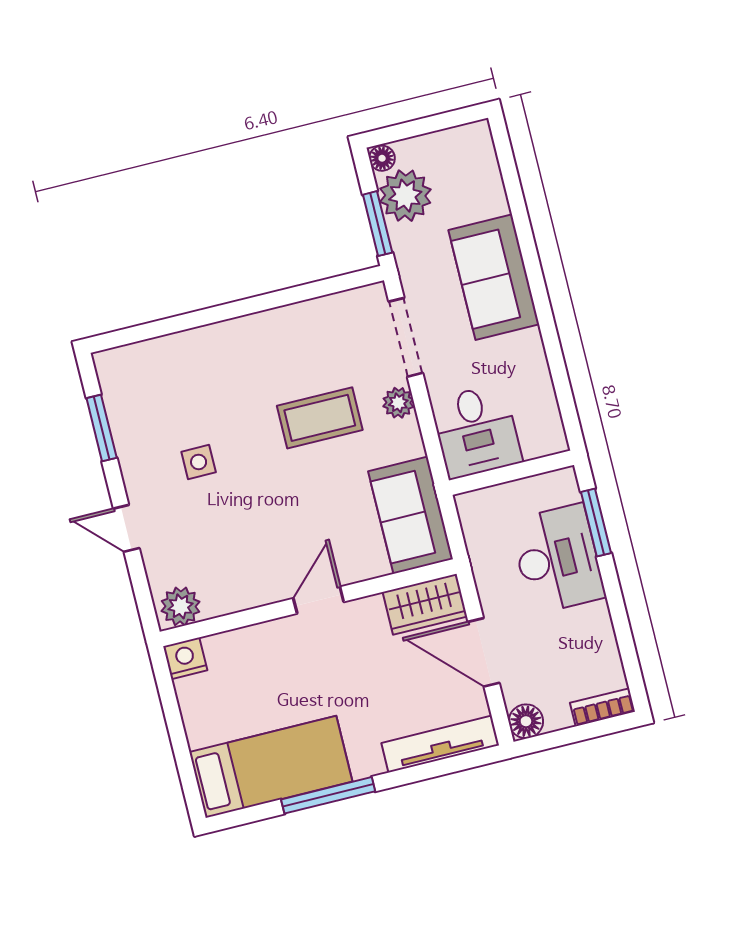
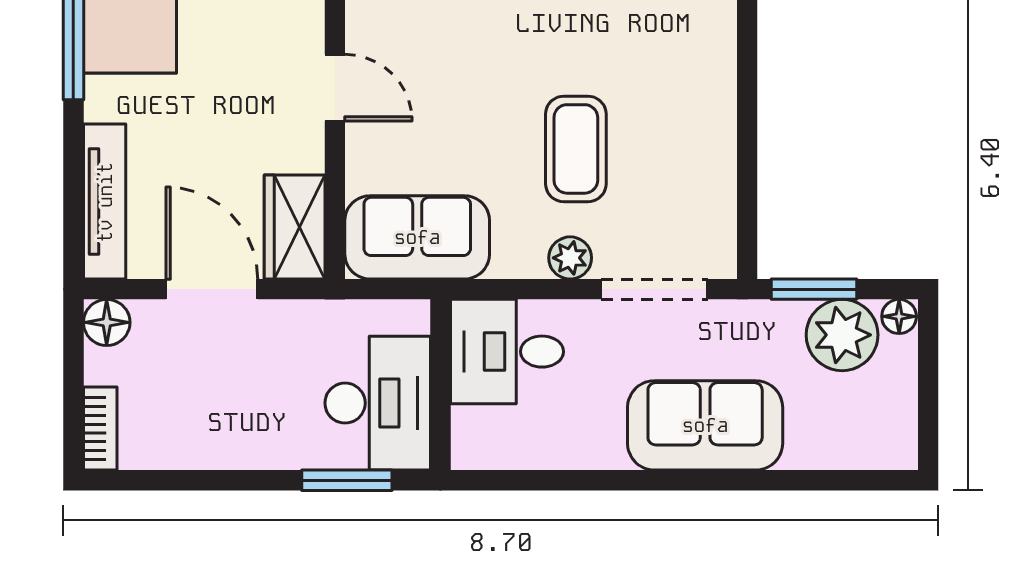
desk: (558, 559) -> (378, 403), moved, turned -90
door: (484, 652) -> (212, 289), hinge flipped

